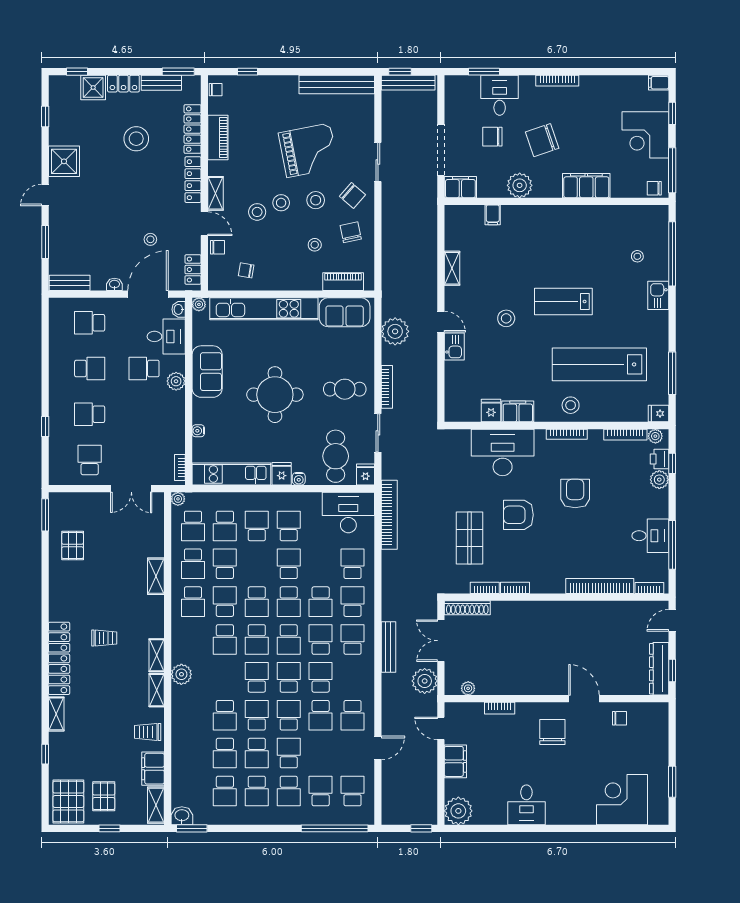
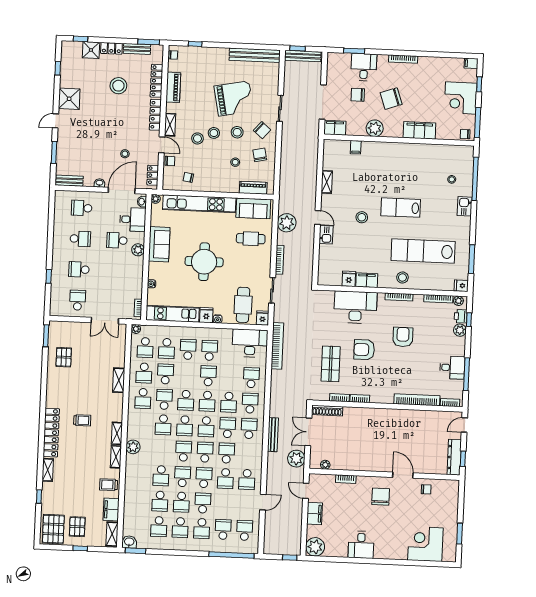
cafe table: (345, 389) -> (251, 239), moved

